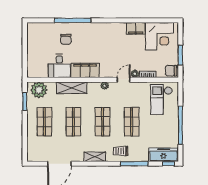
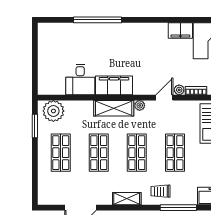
chair: (66, 39) -> (89, 45), removed
shelving: (72, 88) -> (114, 108), moved

